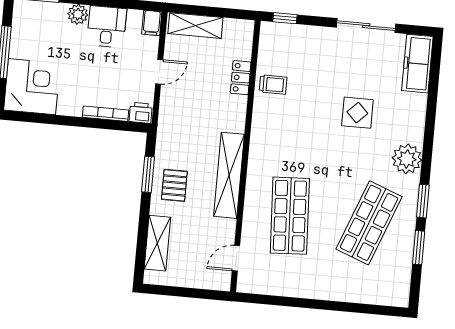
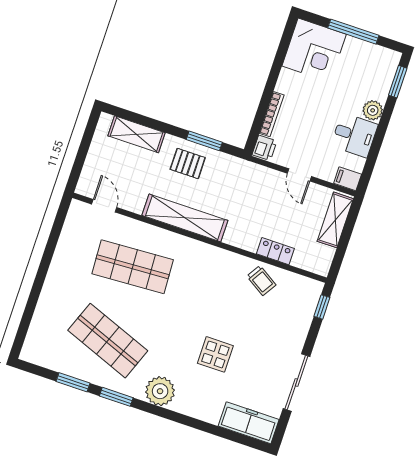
trolley: (273, 84) -> (261, 281), turned -58

